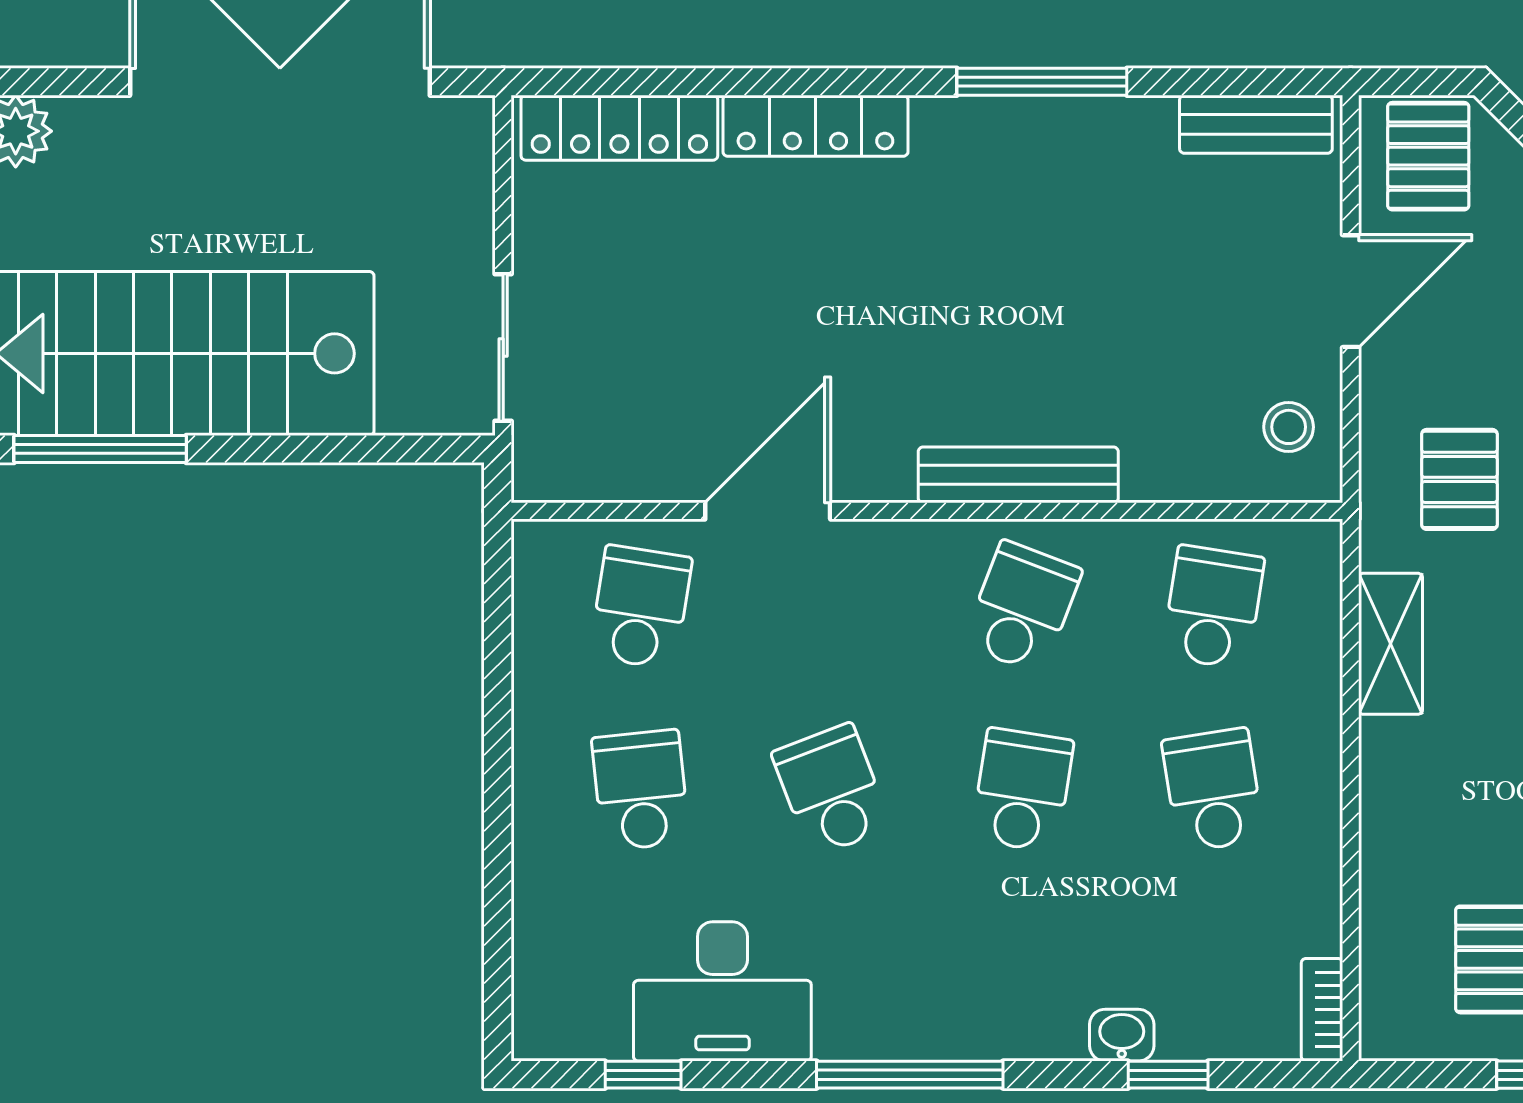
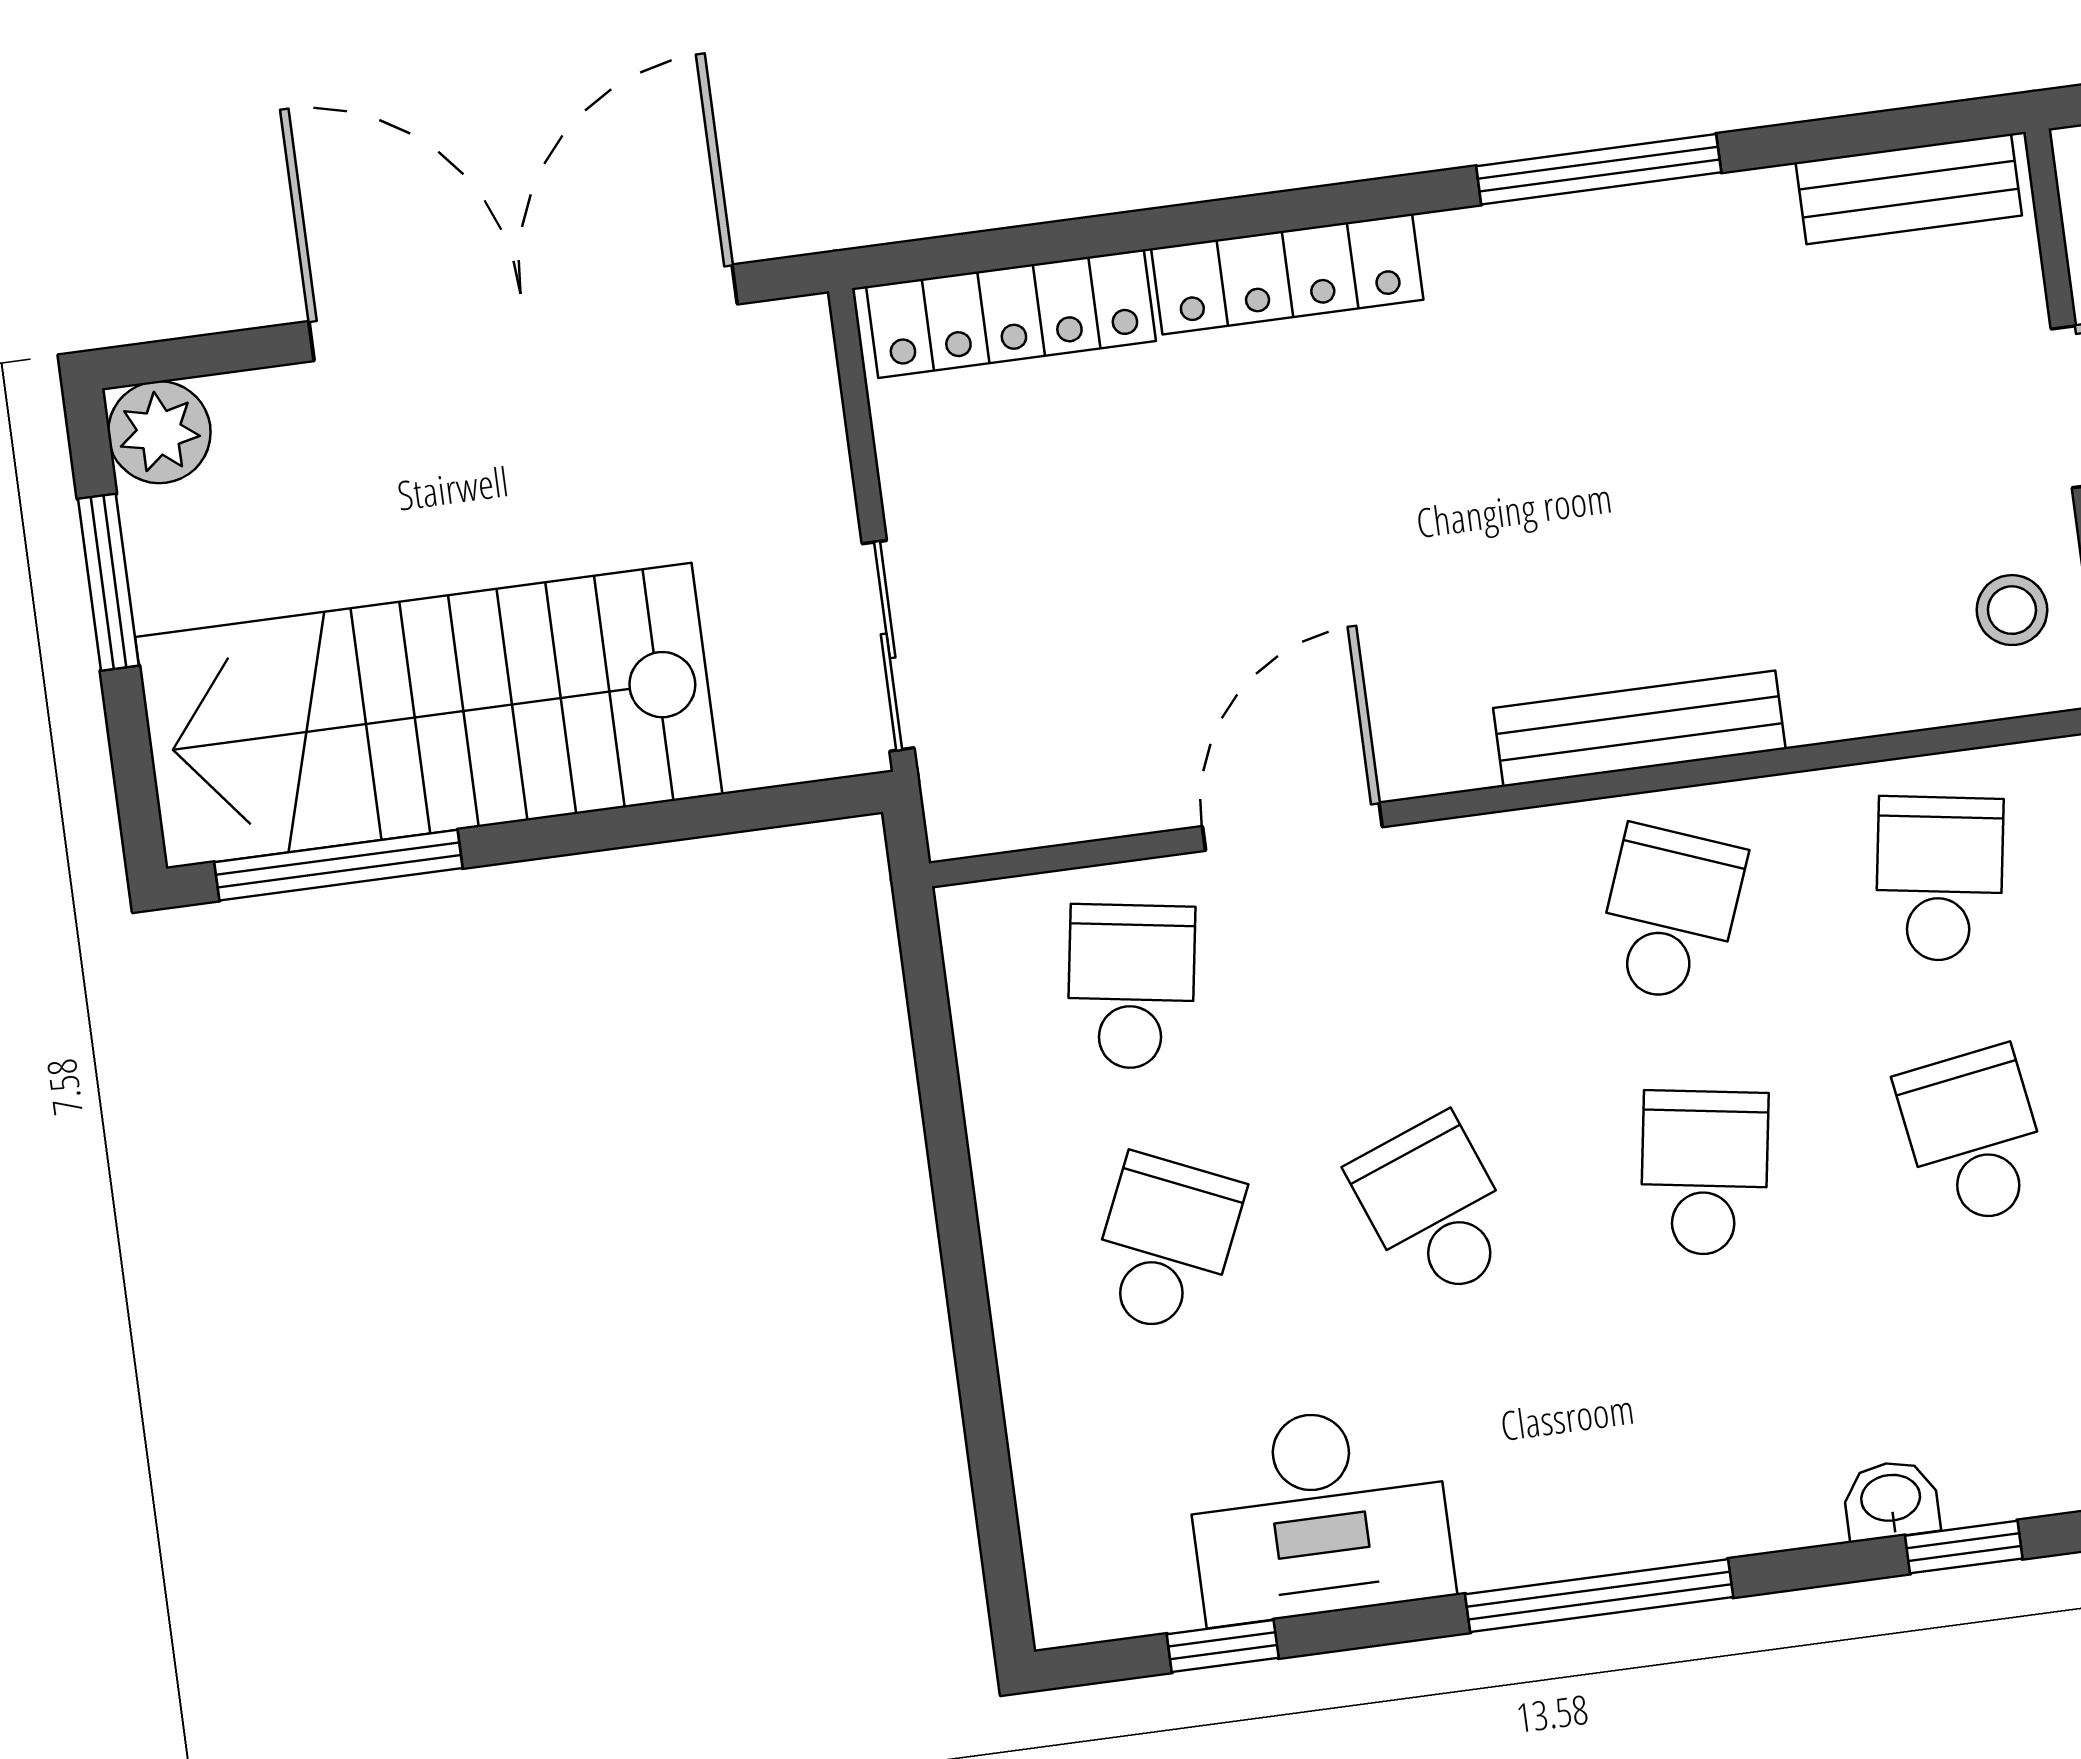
school desk: (641, 790) -> (1166, 1245), turned 30

